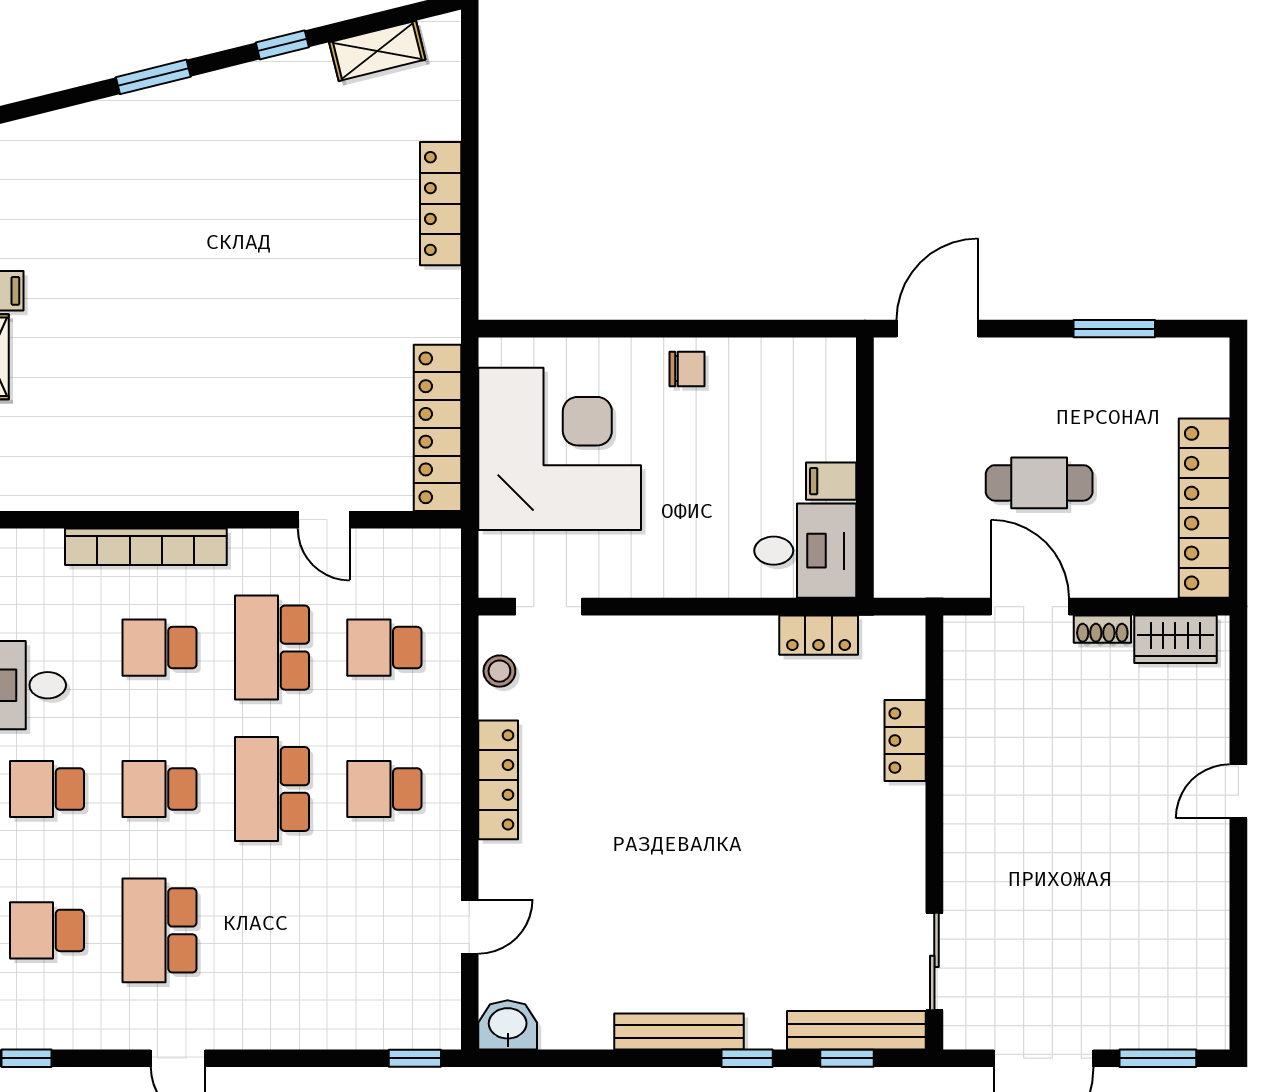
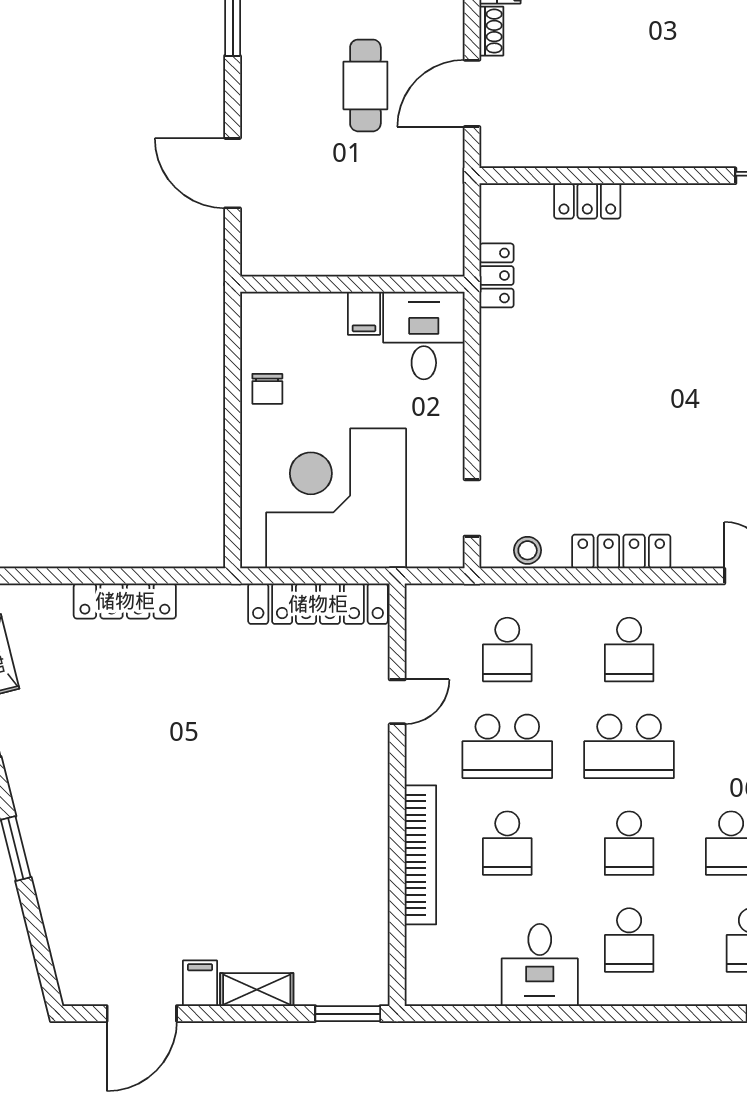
chair: (687, 369) -> (267, 389), turned 180
wall: (865, 468) -> (352, 284), moved
filing cabinet: (831, 481) -> (364, 313), moved
desk: (805, 551) -> (424, 336), moved

